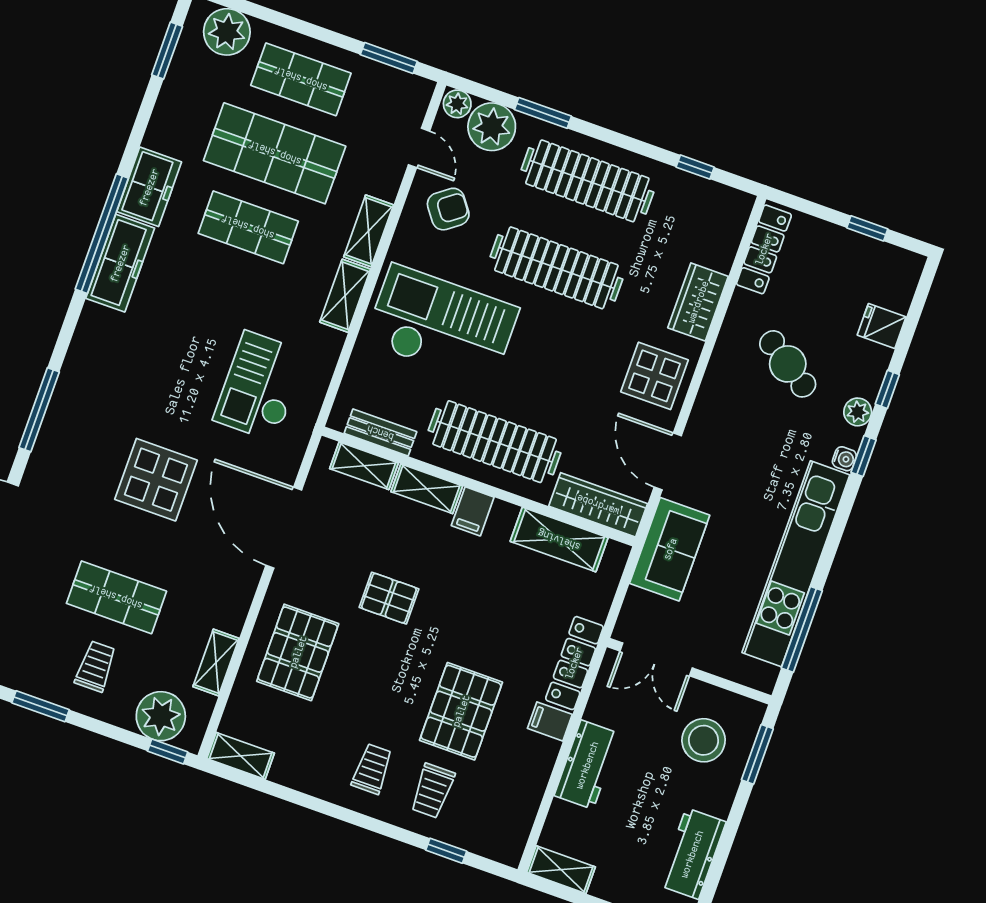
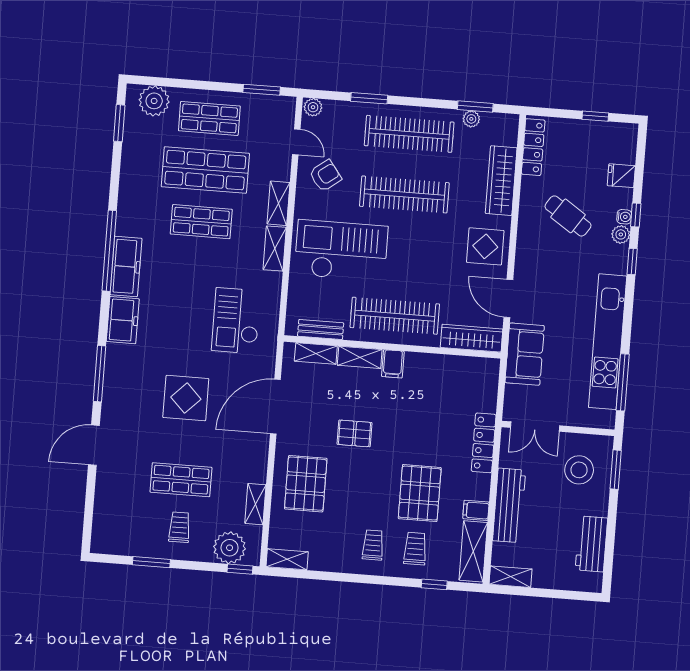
plant: (492, 127) -> (471, 119), moved, width x0.53, depth x0.53
window: (695, 167) -> (475, 107), width x1.50
freezer: (149, 187) -> (123, 320), moved
wardrobe: (698, 302) -> (501, 181), width x1.50
water cooler: (844, 459) -> (624, 217), moved
door: (284, 528) -> (275, 407), hinge flipped
shelving: (559, 540) -> (473, 551), moved, turned 90
filing cabinet: (550, 721) -> (476, 510), moved
workbench: (587, 765) -> (509, 505), width x1.38
trolley: (432, 791) -> (415, 549), turned 180

